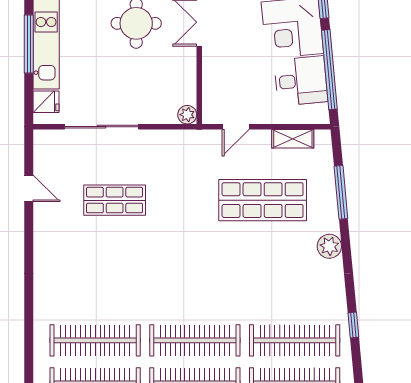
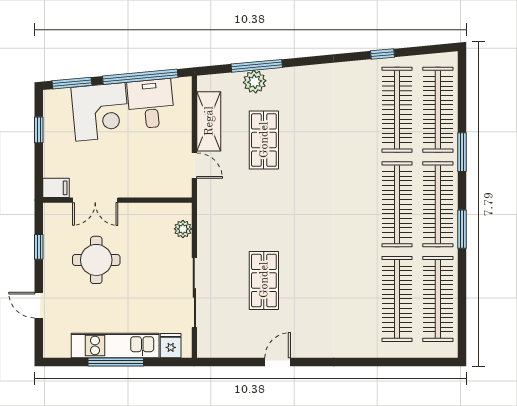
plant: (187, 115) -> (183, 229), moved
shelving: (293, 139) -> (209, 121), width x1.50, depth x1.33
door: (29, 188) -> (278, 362), moved
shop shelf: (263, 200) -> (264, 140), width x0.70, depth x0.74
plant: (329, 246) -> (255, 82), moved

